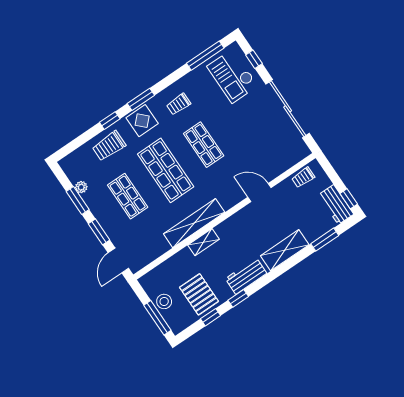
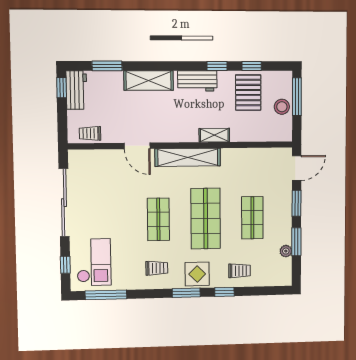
trolley: (109, 146) -> (240, 271), width x0.73, depth x0.72
trolley: (303, 177) -> (90, 133), turned 180
shelving: (194, 223) -> (188, 157), moved

